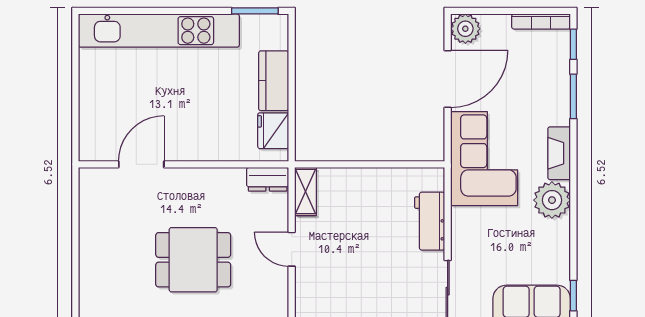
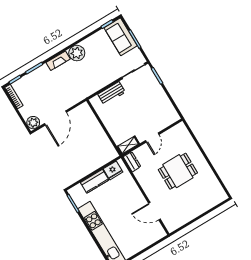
door: (448, 79) -> (56, 118), swing flipped
corner sofa: (484, 159) -> (77, 87), removed
dining table: (193, 260) -> (178, 171), turned 90

